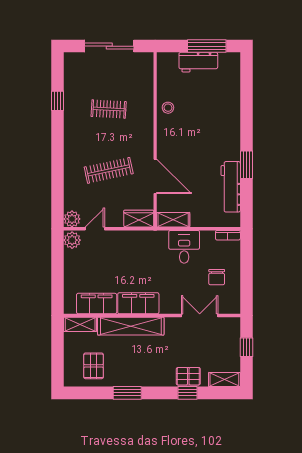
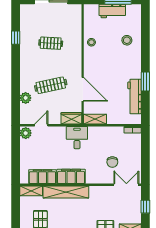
stool: (220, 105) -> (127, 40), added
plant: (72, 219) -> (26, 98), moved
desk: (184, 247) -> (77, 138), moved
chair: (217, 277) -> (112, 162), moved
double door: (200, 315) -> (126, 185), moved

